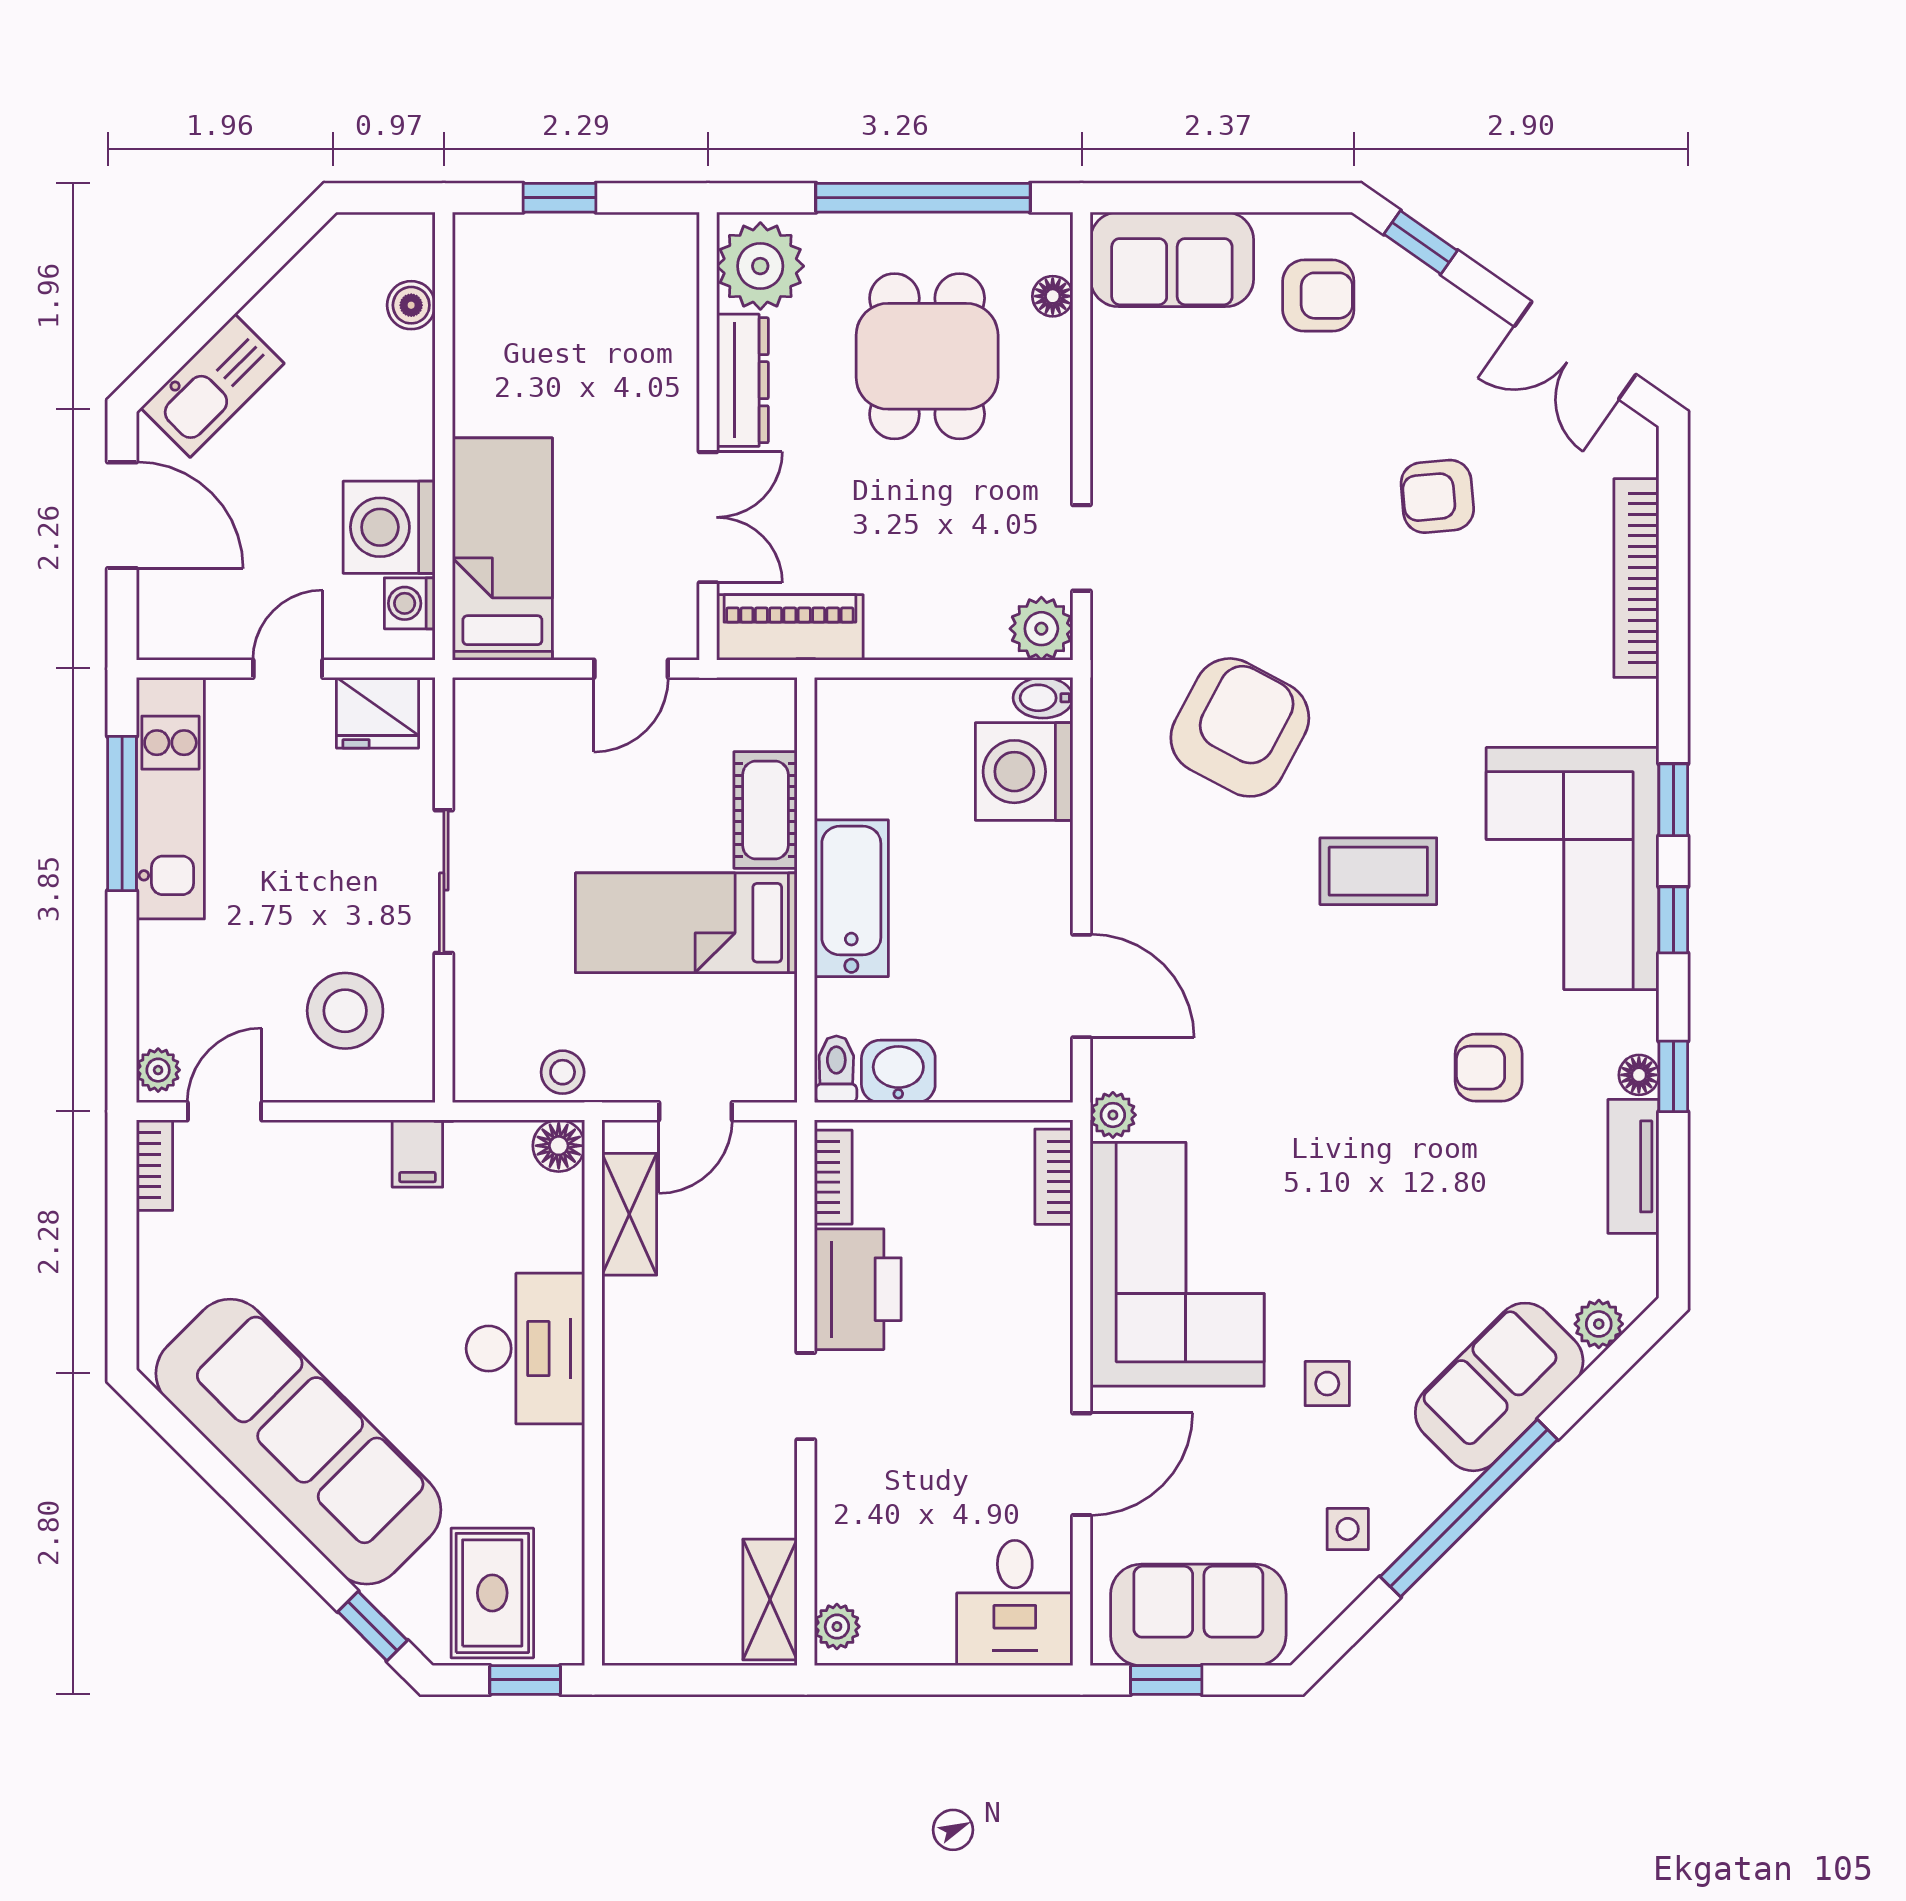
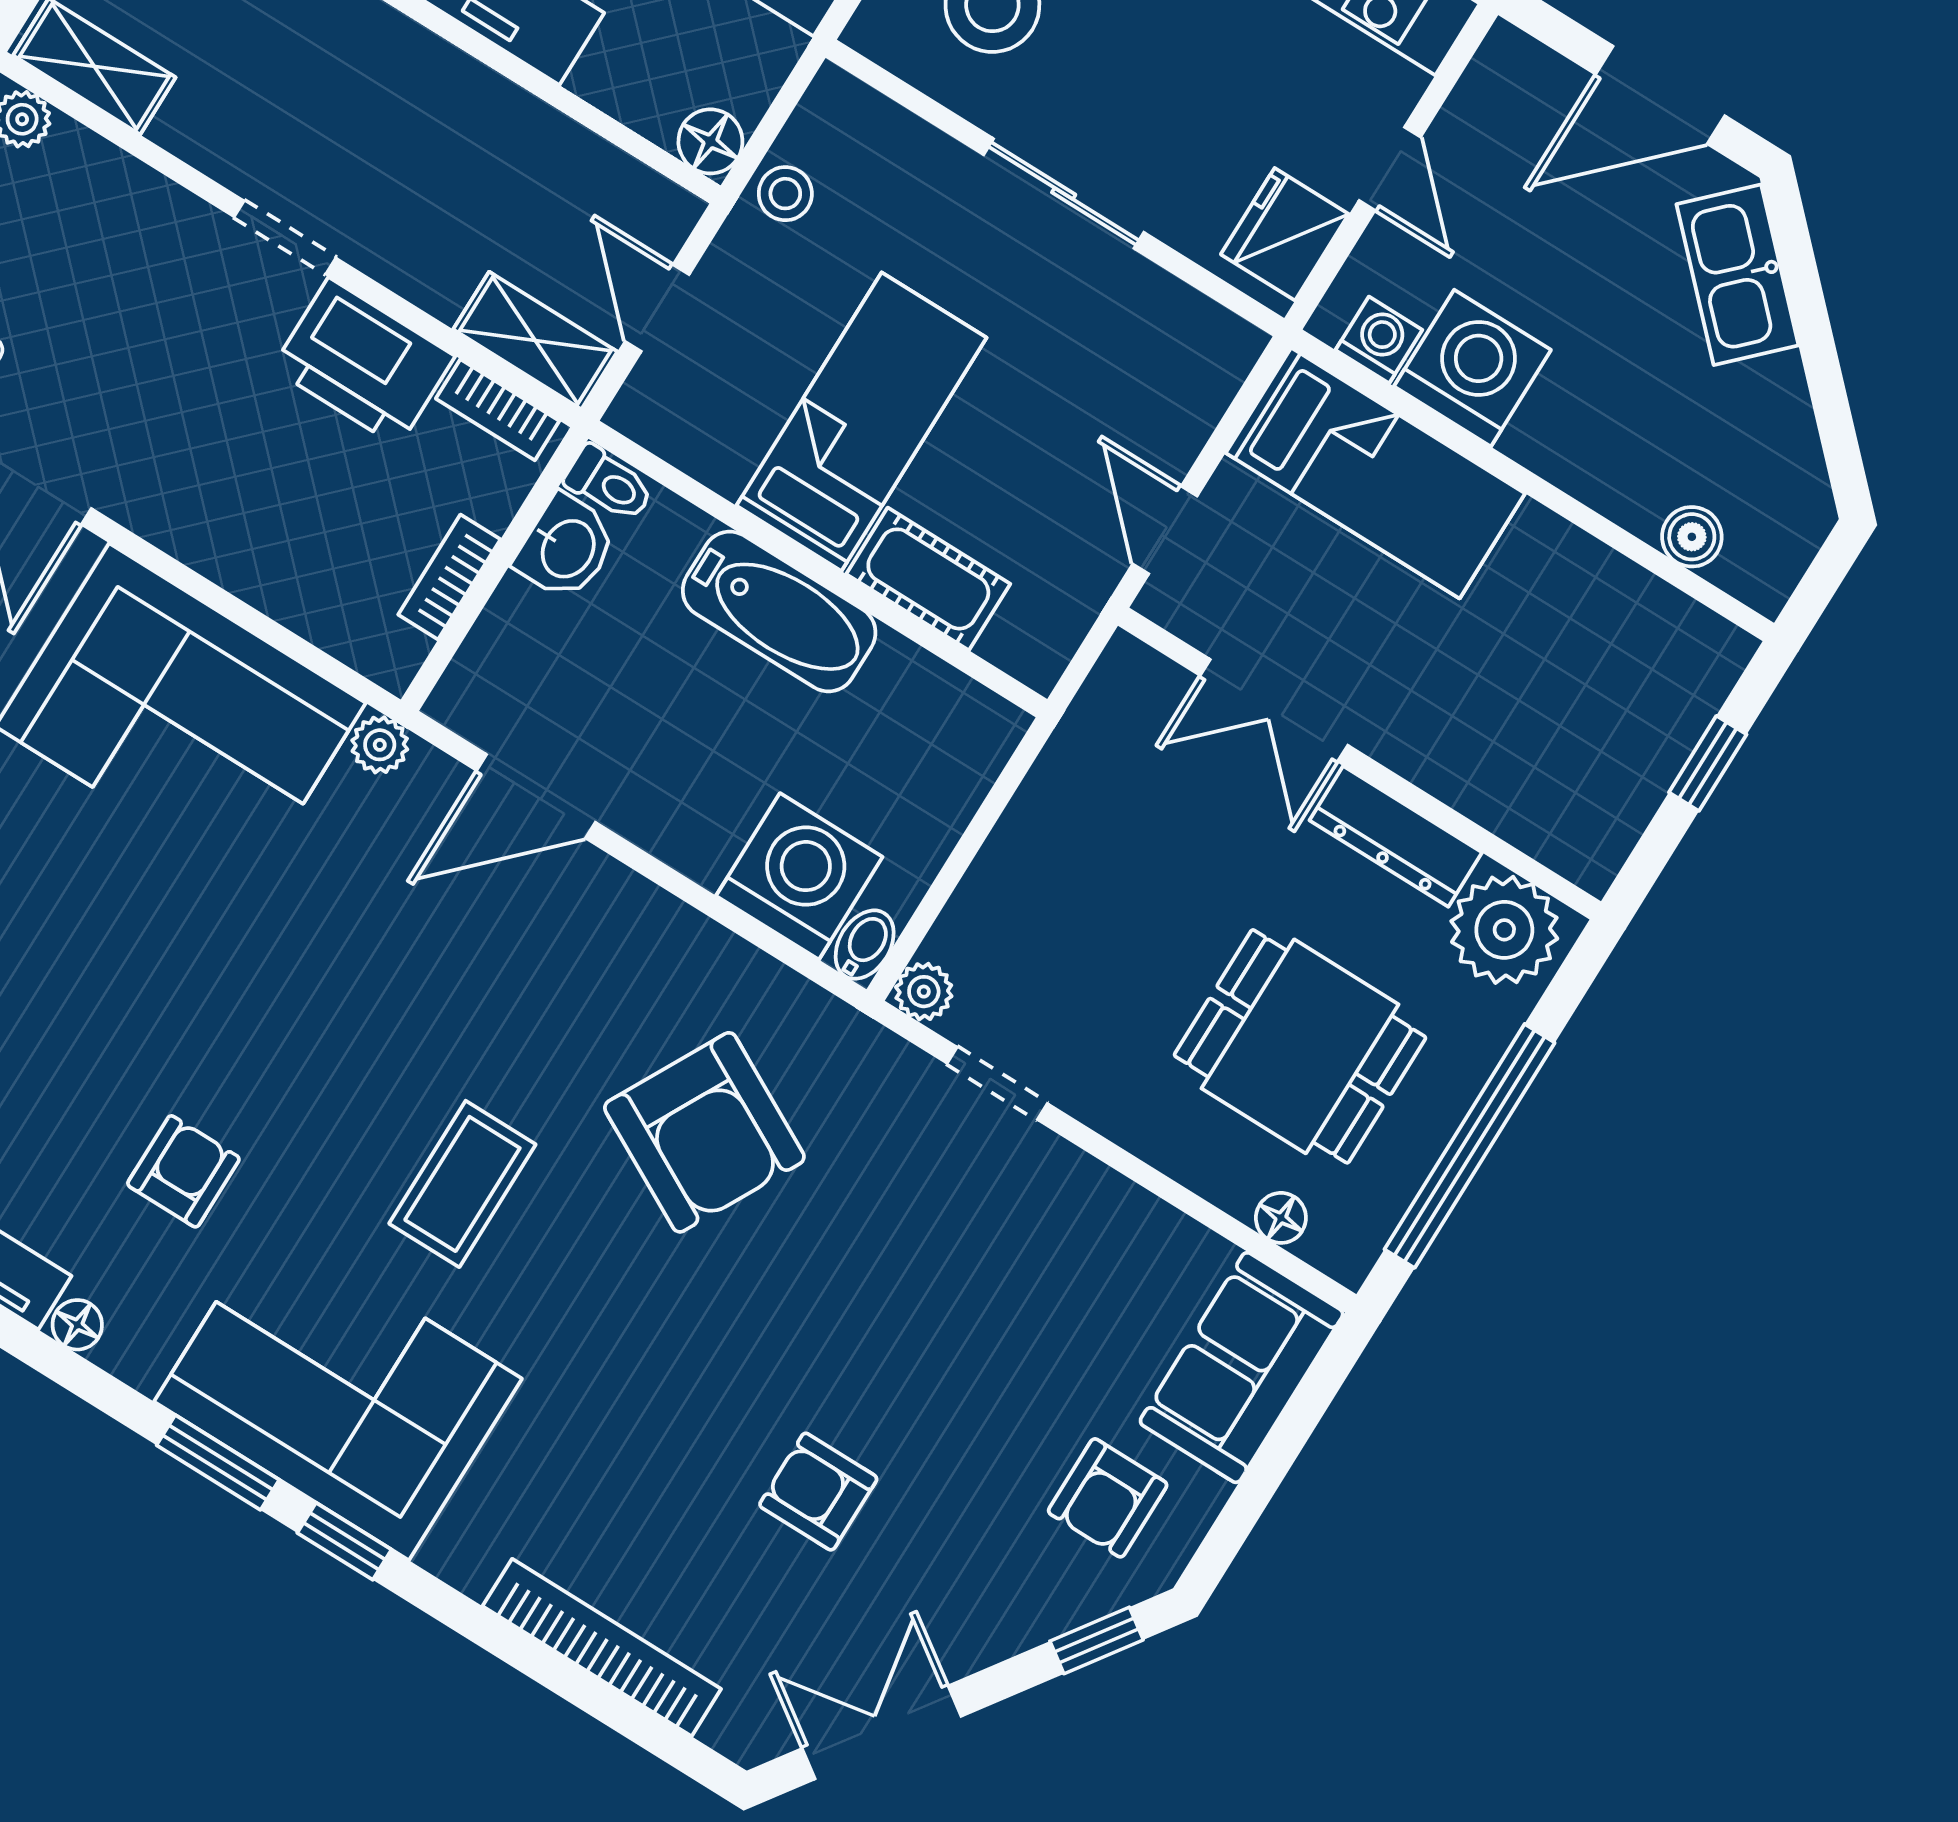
armchair: (1437, 496) -> (818, 1492), turned -85
piano: (790, 627) -> (1104, 724), removed
plant: (1041, 629) -> (924, 992), width x0.73, depth x0.73
window: (1673, 920) -> (218, 1463), width x1.50
window: (1673, 1076) -> (53, 1360), removed
bookcase: (1054, 1177) -> (449, 577), moved, turned -90
shelving: (629, 1214) -> (535, 340), moved

